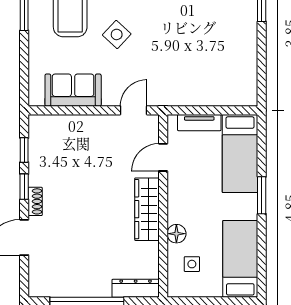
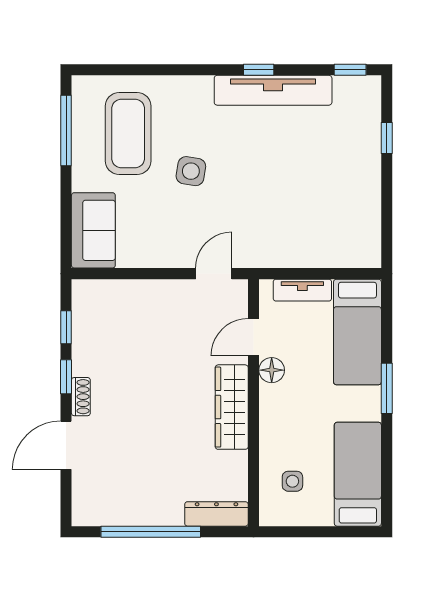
side table: (117, 34) -> (191, 171), turned -34
sofa: (73, 90) -> (93, 230), moved, turned 90
floor lamp: (176, 234) -> (272, 370), moved

